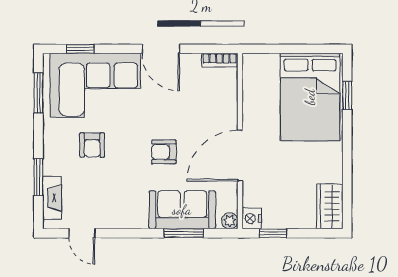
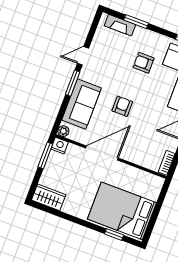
door: (240, 156) -> (102, 153), hinge flipped
door: (82, 233) -> (83, 56), moved
window: (184, 233) -> (73, 83), moved
window: (273, 233) -> (45, 155), width x1.50

